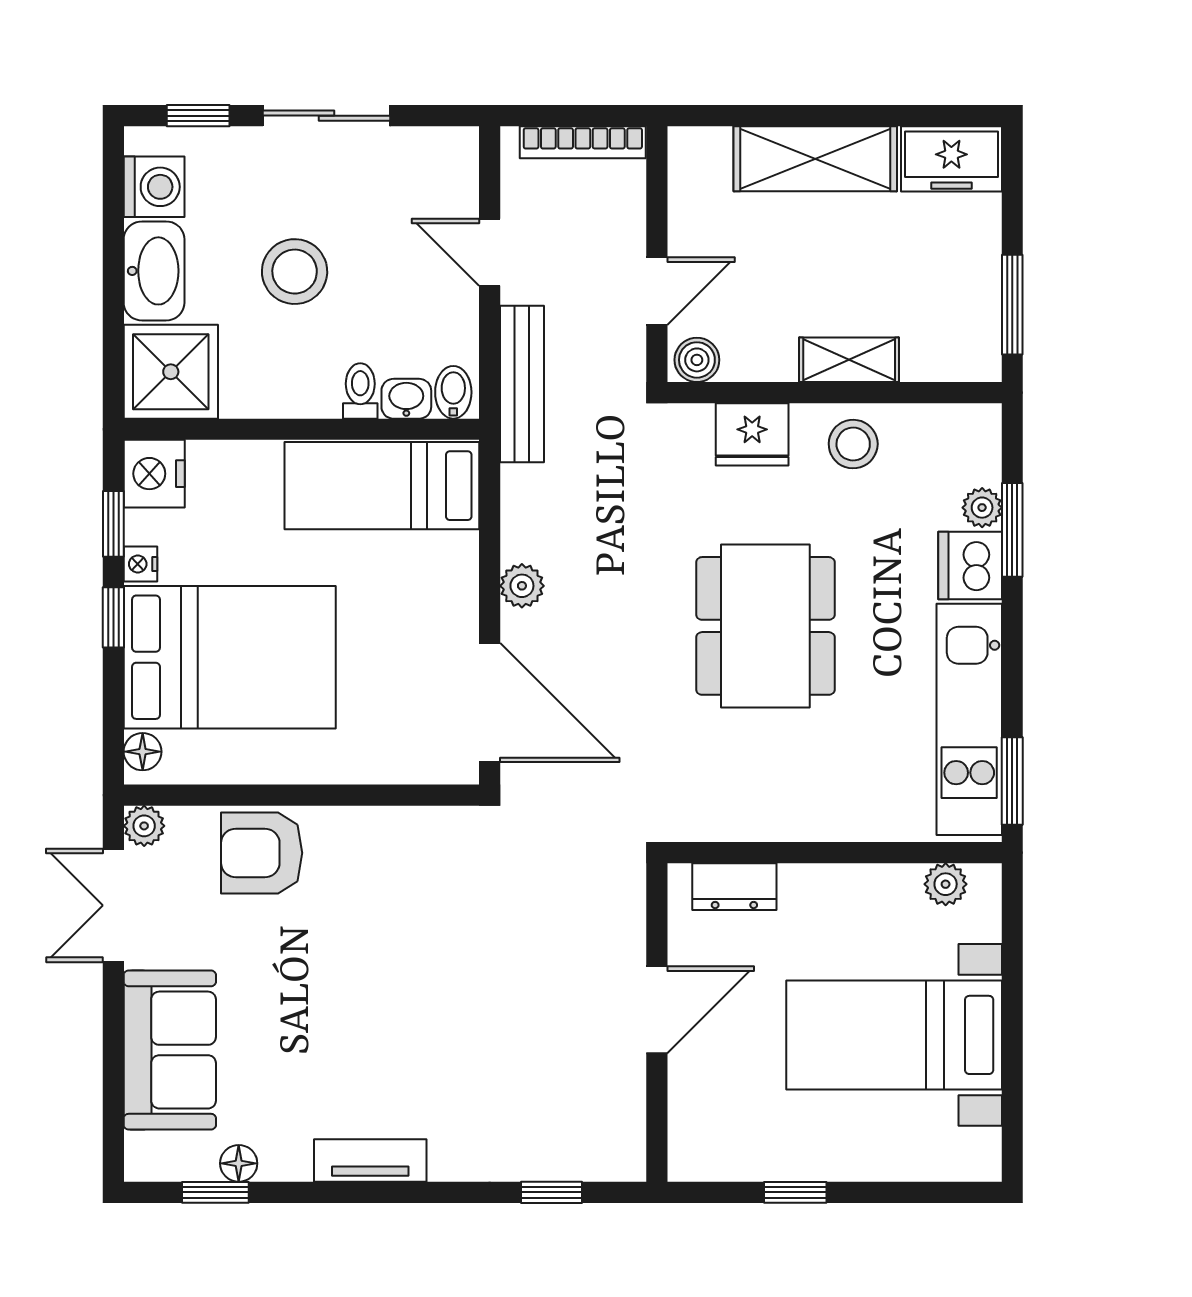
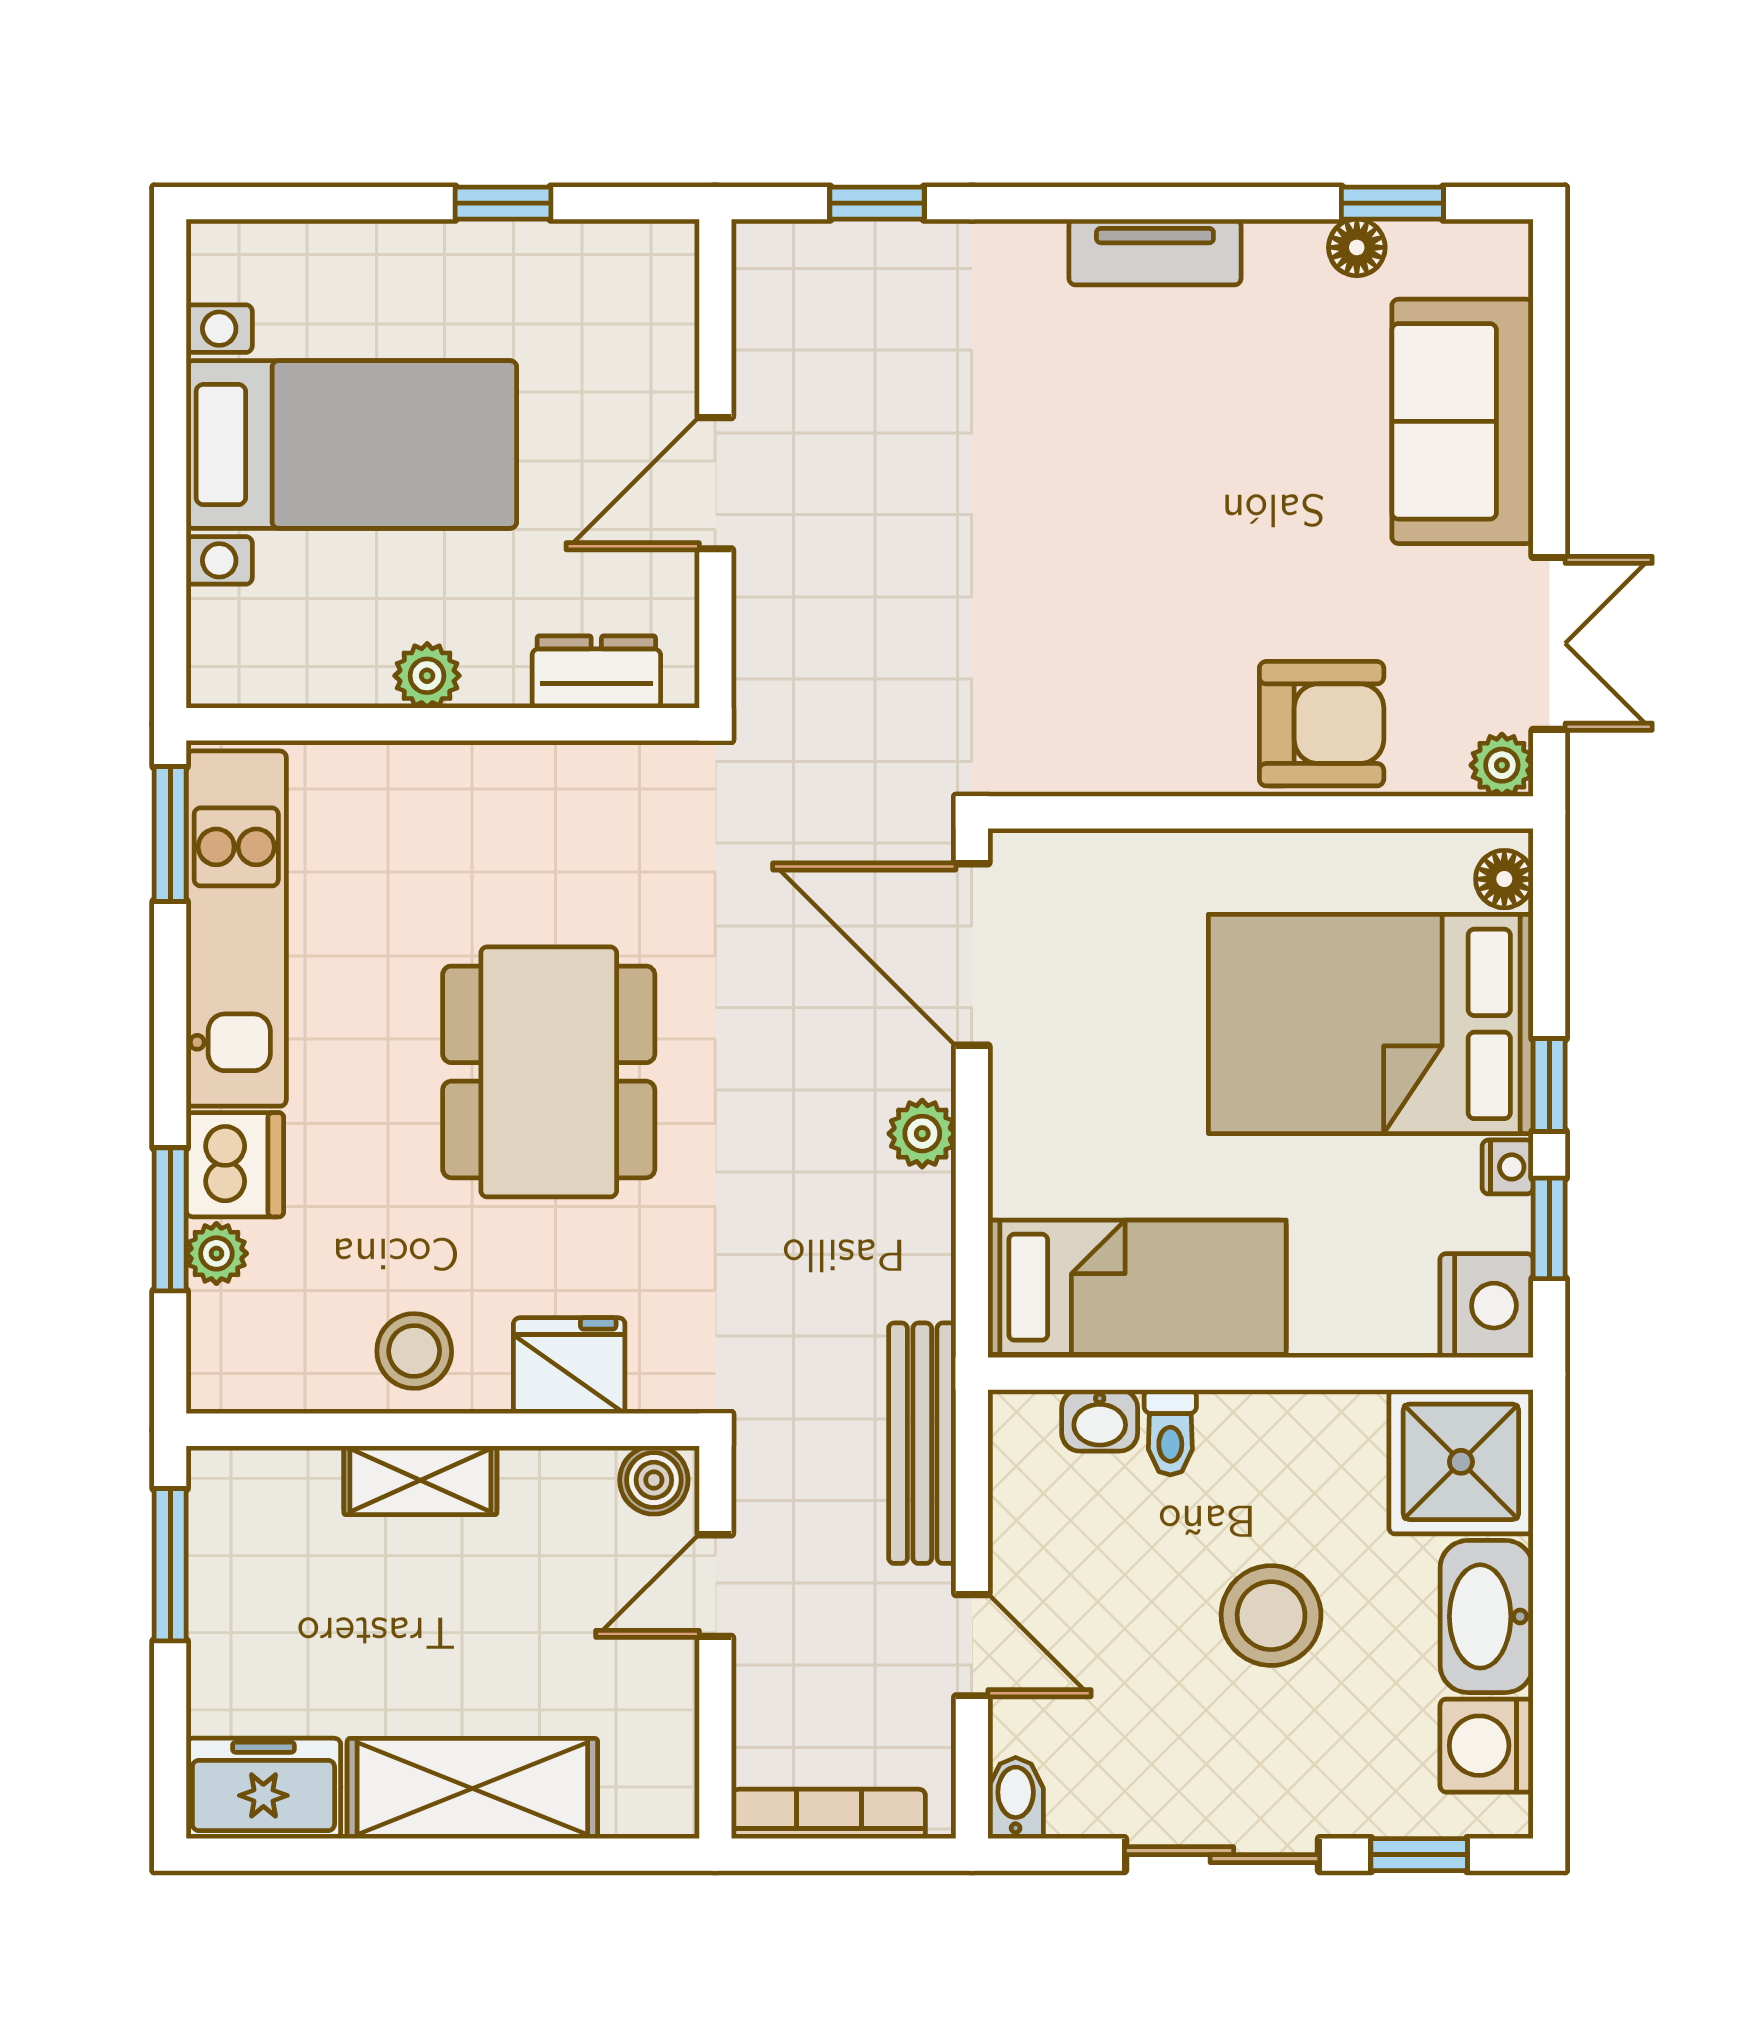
bidet: (453, 392) -> (1016, 1798), moved, turned 180
plant: (946, 884) -> (427, 676), moved

